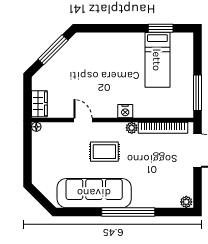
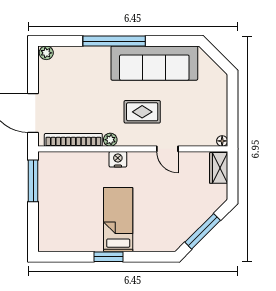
window: (161, 28) -> (108, 257), moved
bed: (157, 60) -> (118, 220), moved

